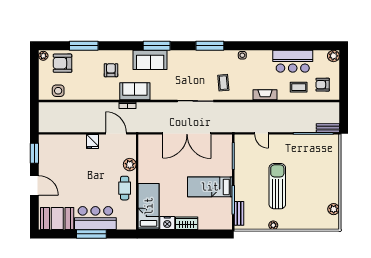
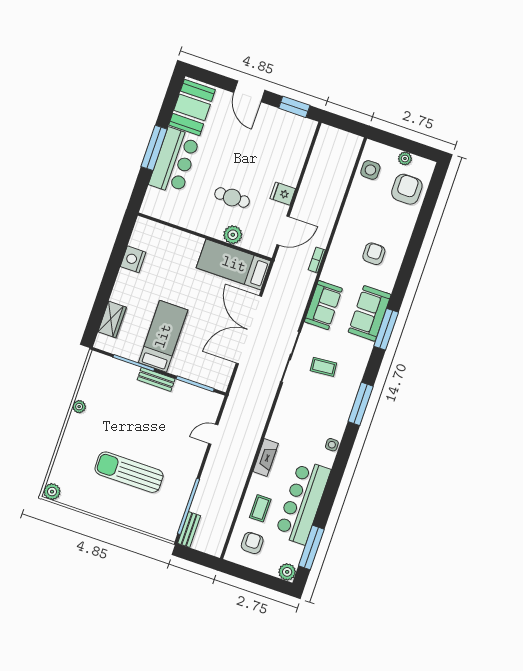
window: (84, 46) -> (311, 548), moved
plant: (43, 56) -> (405, 159), moved
bar counter: (293, 61) -> (303, 502), width x1.36
armchair: (111, 70) -> (374, 254), turned -90
coffee table: (223, 83) -> (323, 367), moved
sofa: (135, 91) -> (323, 305), moved
door: (34, 185) -> (249, 91), hinge flipped
sun lounger: (277, 186) -> (129, 472), moved, turned 180
cafe table: (125, 188) -> (232, 198), moved
bed: (149, 206) -> (234, 264), moved, turned 180
plant: (334, 209) -> (52, 492), moved
bench: (239, 213) -> (156, 379), moved
wardrobe: (187, 223) -> (112, 319), moved

